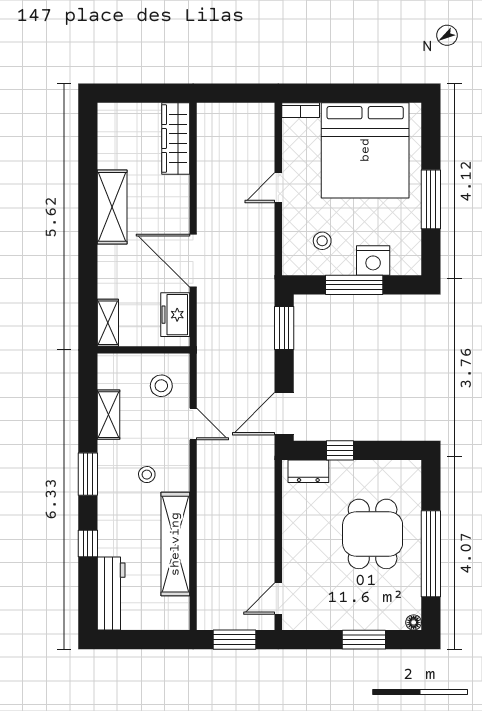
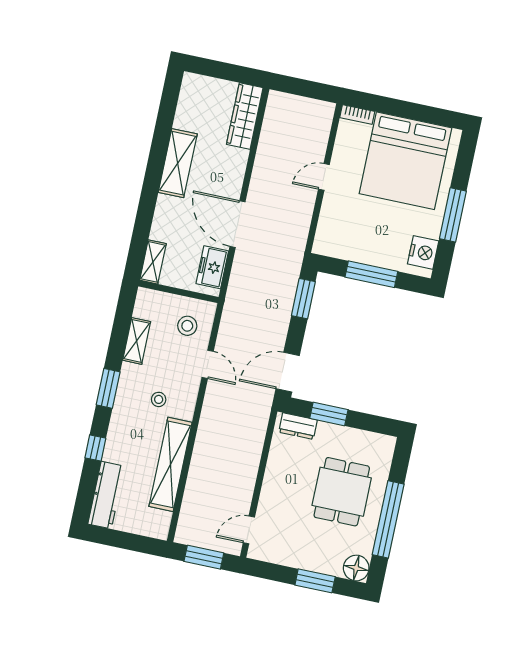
stool: (322, 241) -> (352, 231), removed
nightstand: (373, 261) -> (423, 252), moved, turned -90
window: (340, 450) -> (329, 414), width x1.50
floor lamp: (414, 622) -> (356, 568), width x1.89, depth x1.89

